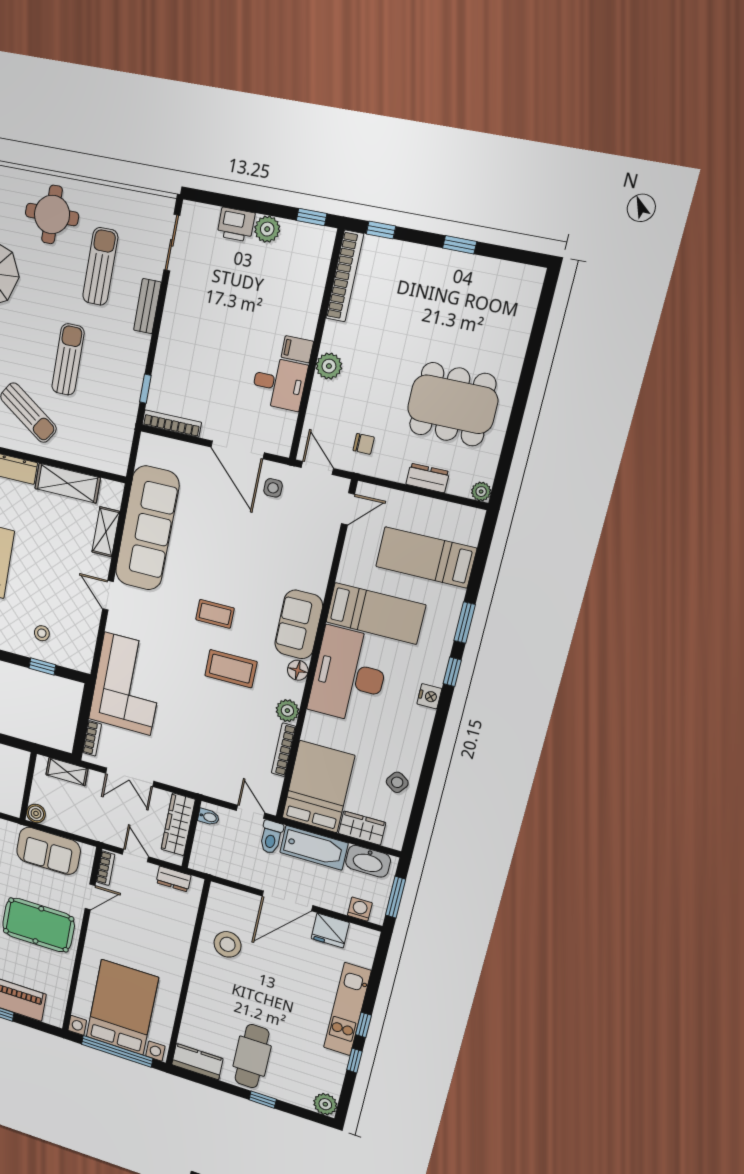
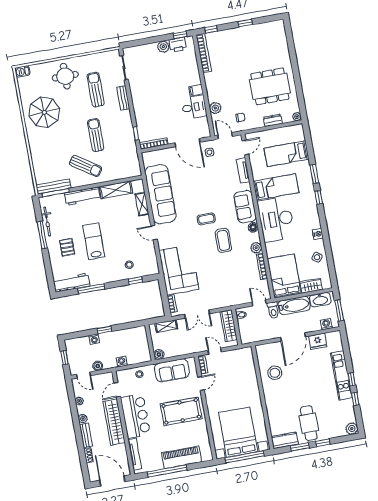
printer: (236, 225) -> (178, 45), moved
plant: (329, 366) -> (215, 108), moved
tv unit: (324, 553) -> (243, 170), added
coffee table: (231, 669) -> (223, 240), turned 90
nightstand: (429, 696) -> (318, 234), moved
dresser: (174, 879) -> (237, 354), removed
window: (219, 1085) -> (300, 447), added

